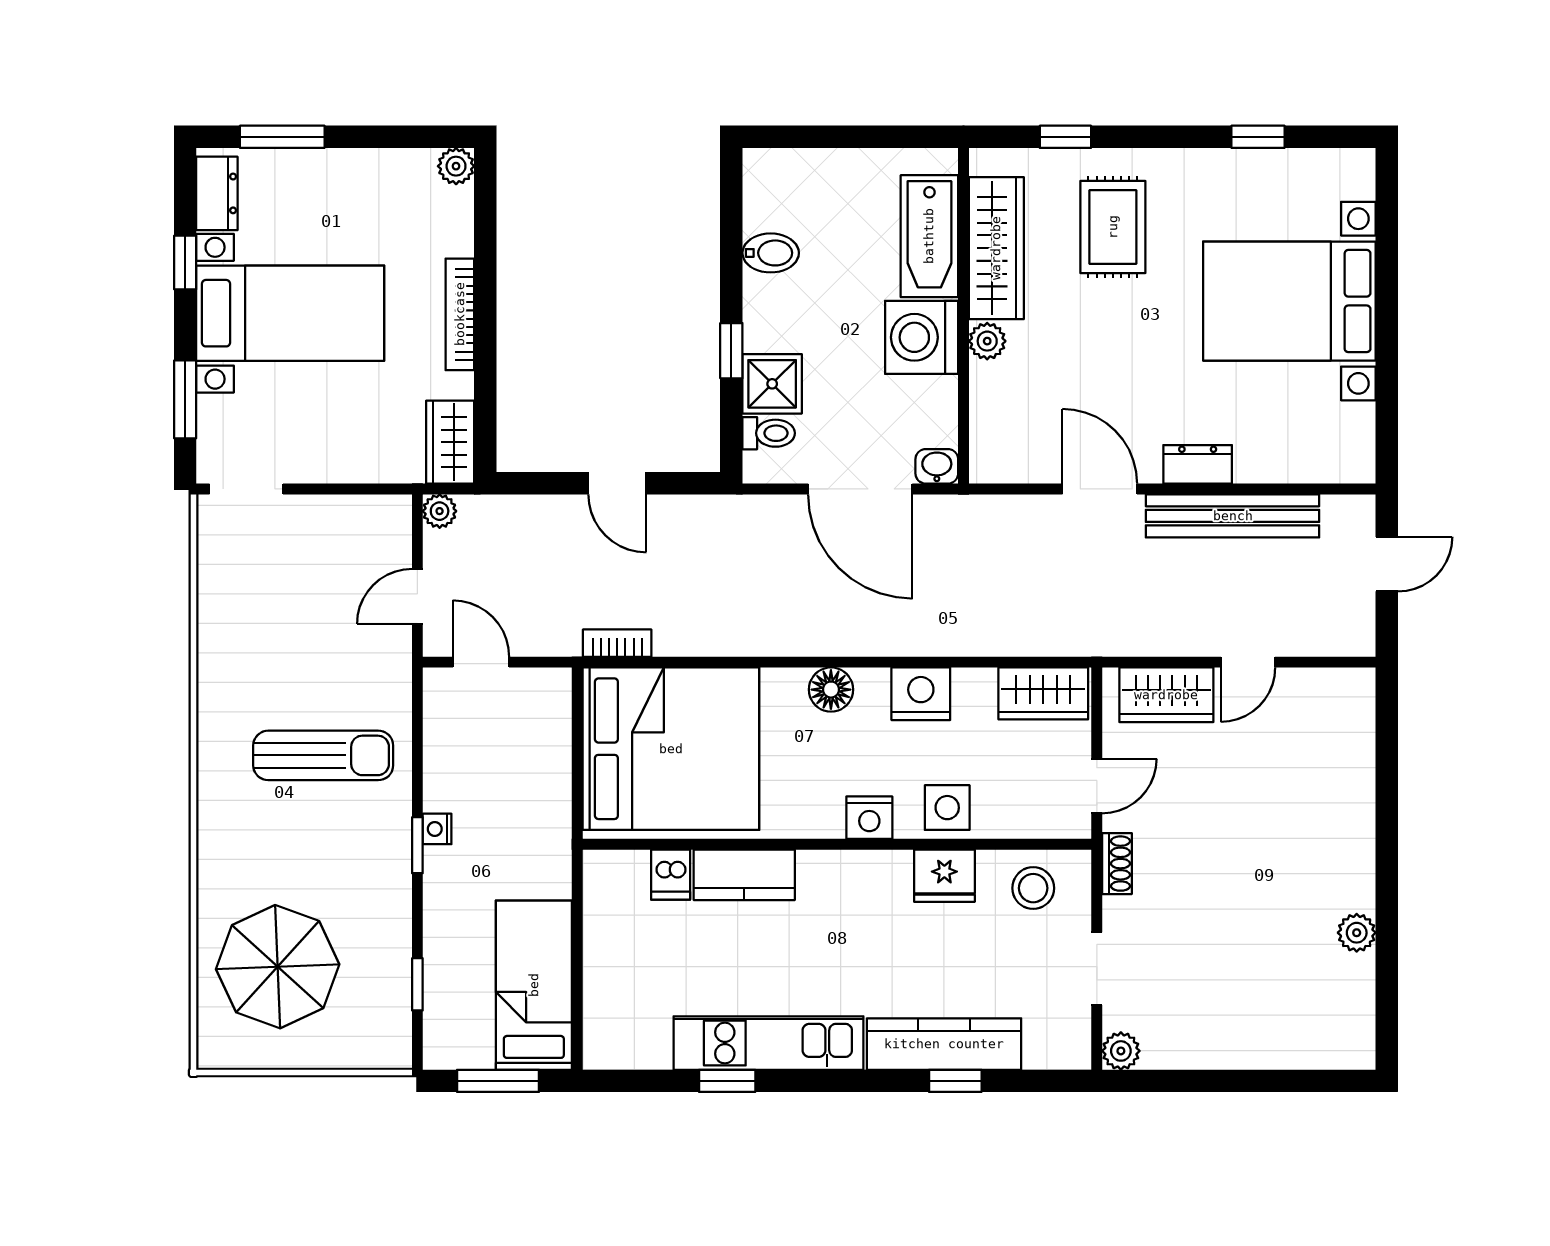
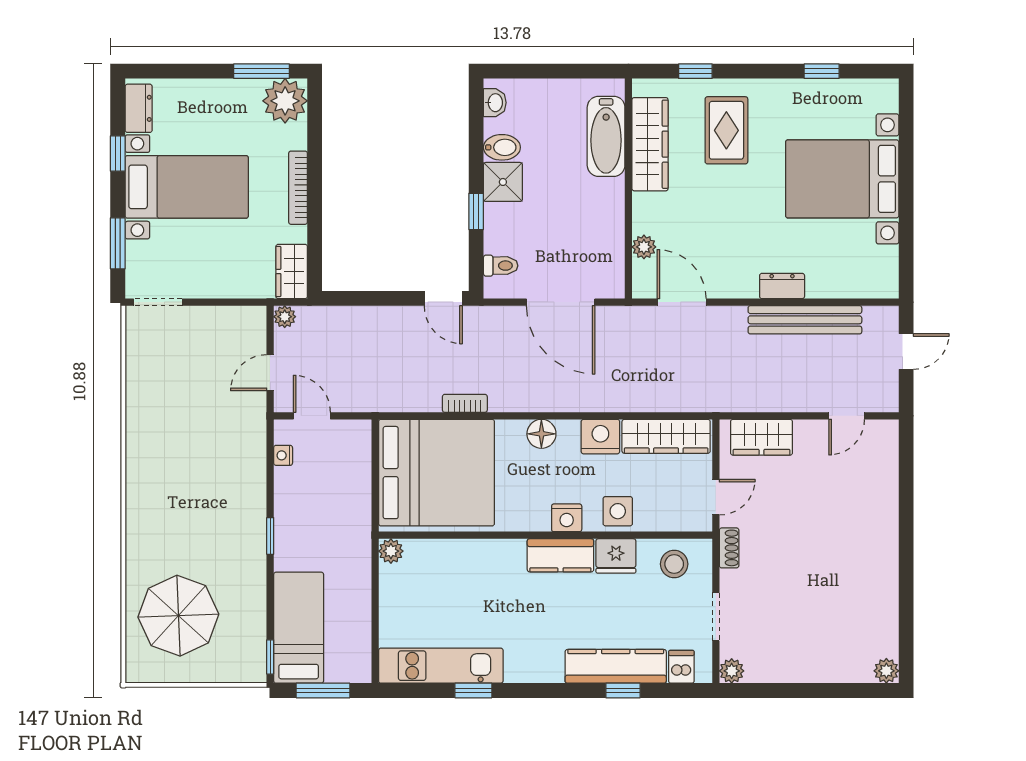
window: (282, 137) -> (262, 71), moved
plant: (456, 166) -> (285, 101), width x1.88, depth x1.88
washing machine: (922, 337) -> (601, 203), removed
plant: (987, 341) -> (644, 247), moved
shower: (772, 384) -> (503, 182), moved
washbasin: (937, 466) -> (495, 103), moved, turned 90
door: (617, 483) -> (443, 298), moved
door: (1100, 489) -> (682, 302), moved
bookcase: (617, 643) -> (465, 403), moved
door: (1248, 662) -> (847, 416), moved
wardrobe: (1043, 693) -> (666, 436), width x1.50
sun lounger: (323, 755) -> (208, 477), removed
nightstand: (437, 829) -> (283, 455), moved
plant: (601, 868) -> (391, 551), added
dishwasher: (671, 875) -> (681, 667), moved, turned 180
kitchen counter: (744, 875) -> (560, 555), moved
plant: (1357, 933) -> (886, 671), moved
window: (417, 984) -> (270, 657), moved
bed: (534, 985) -> (299, 628), moved
kitchen unit: (768, 1043) -> (441, 666), moved

